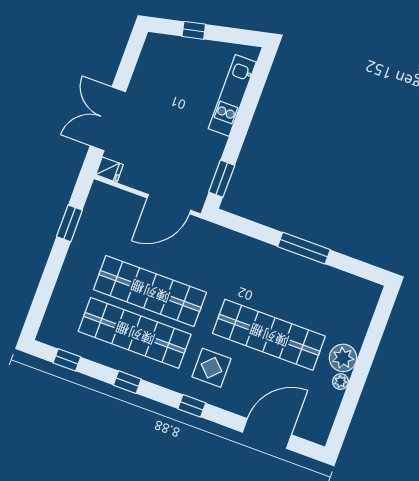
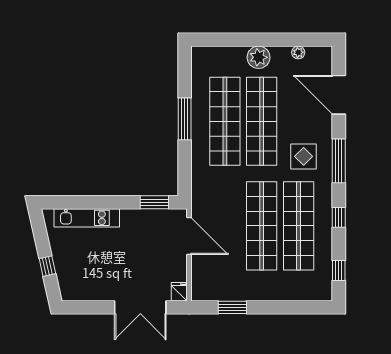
shop shelf: (284, 293) -> (225, 121), added
plant: (341, 382) -> (298, 52), moved
window: (192, 406) -> (339, 161), width x2.17

